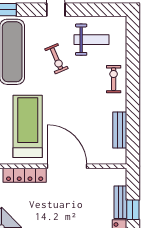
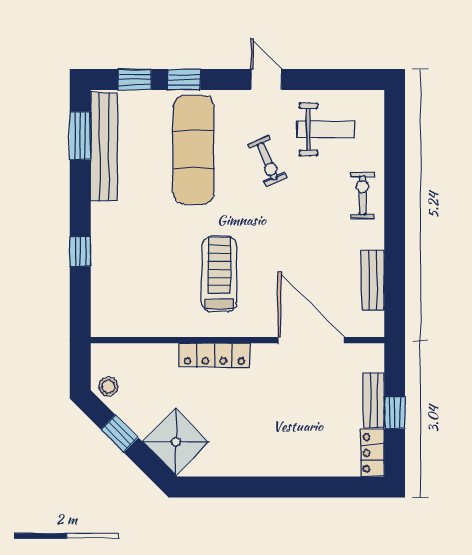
treadmill: (28, 126) -> (219, 274), width x0.73, depth x0.73
door: (67, 166) -> (311, 340), moved

